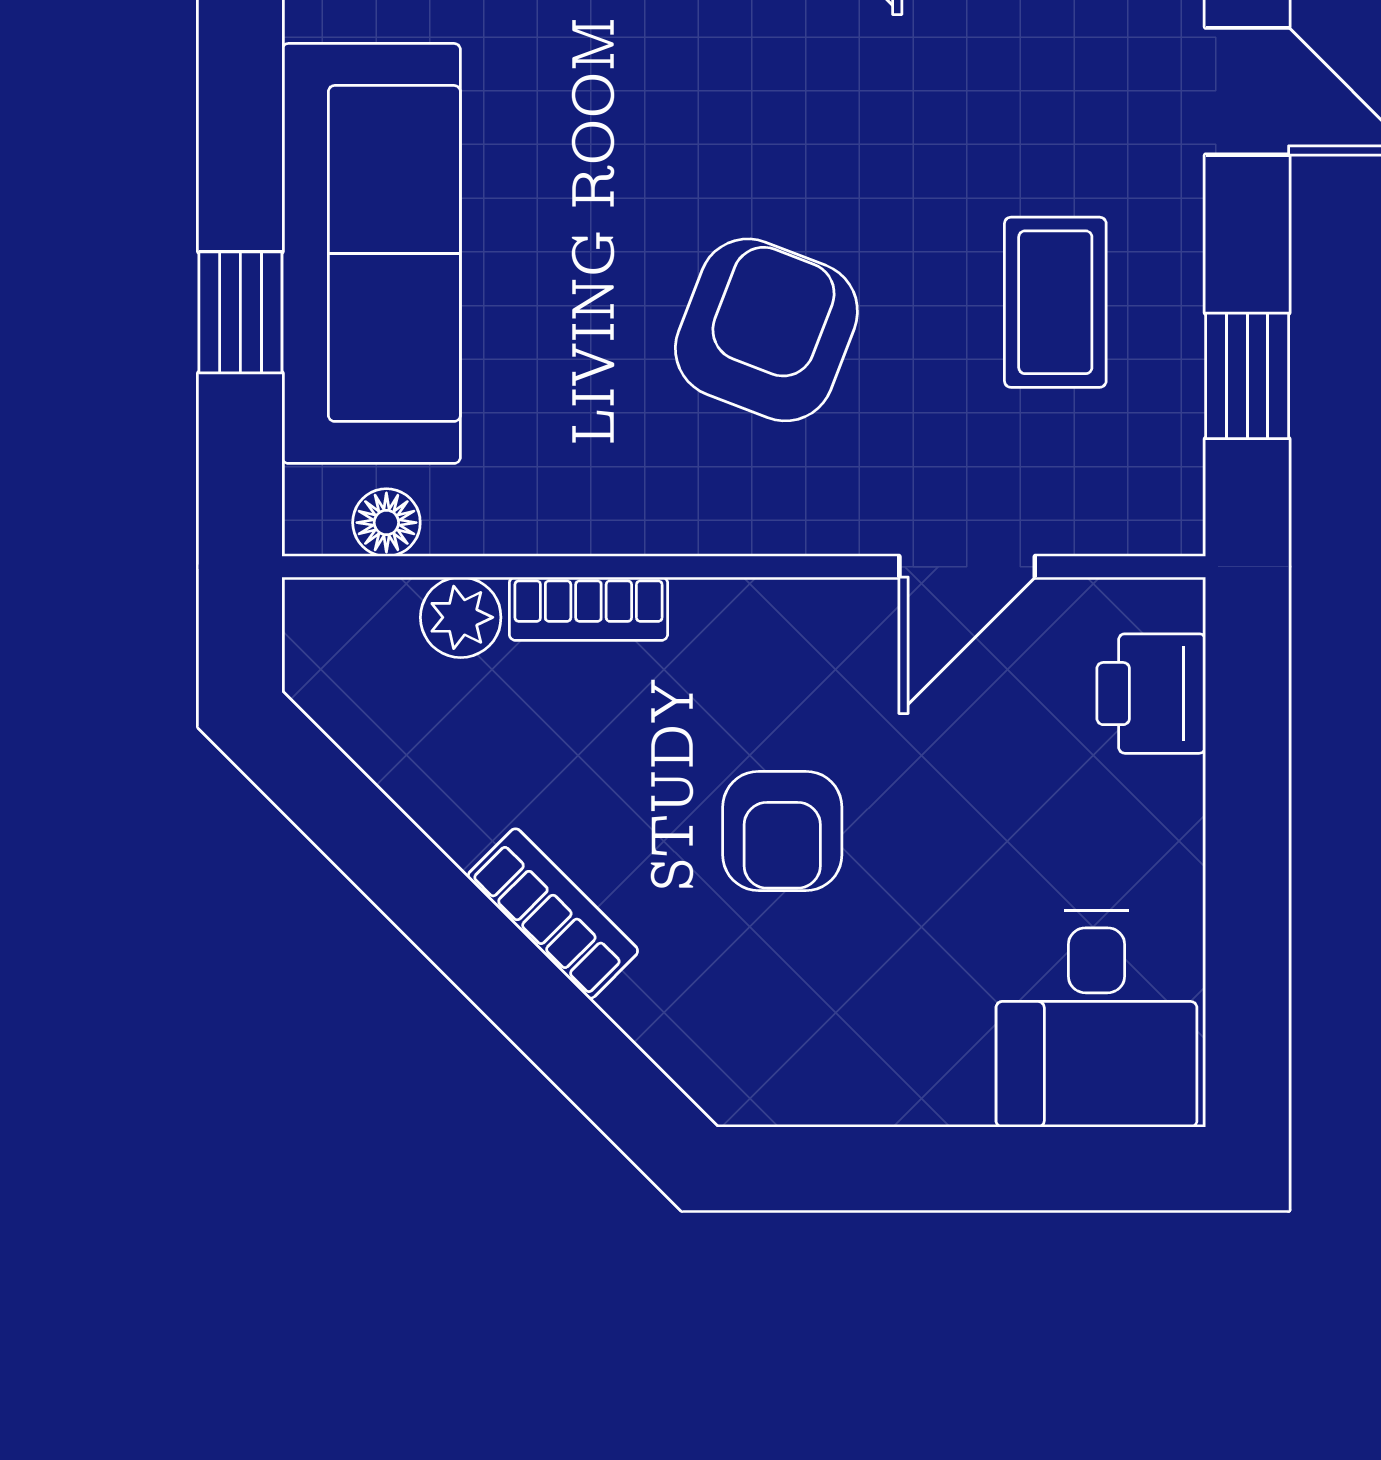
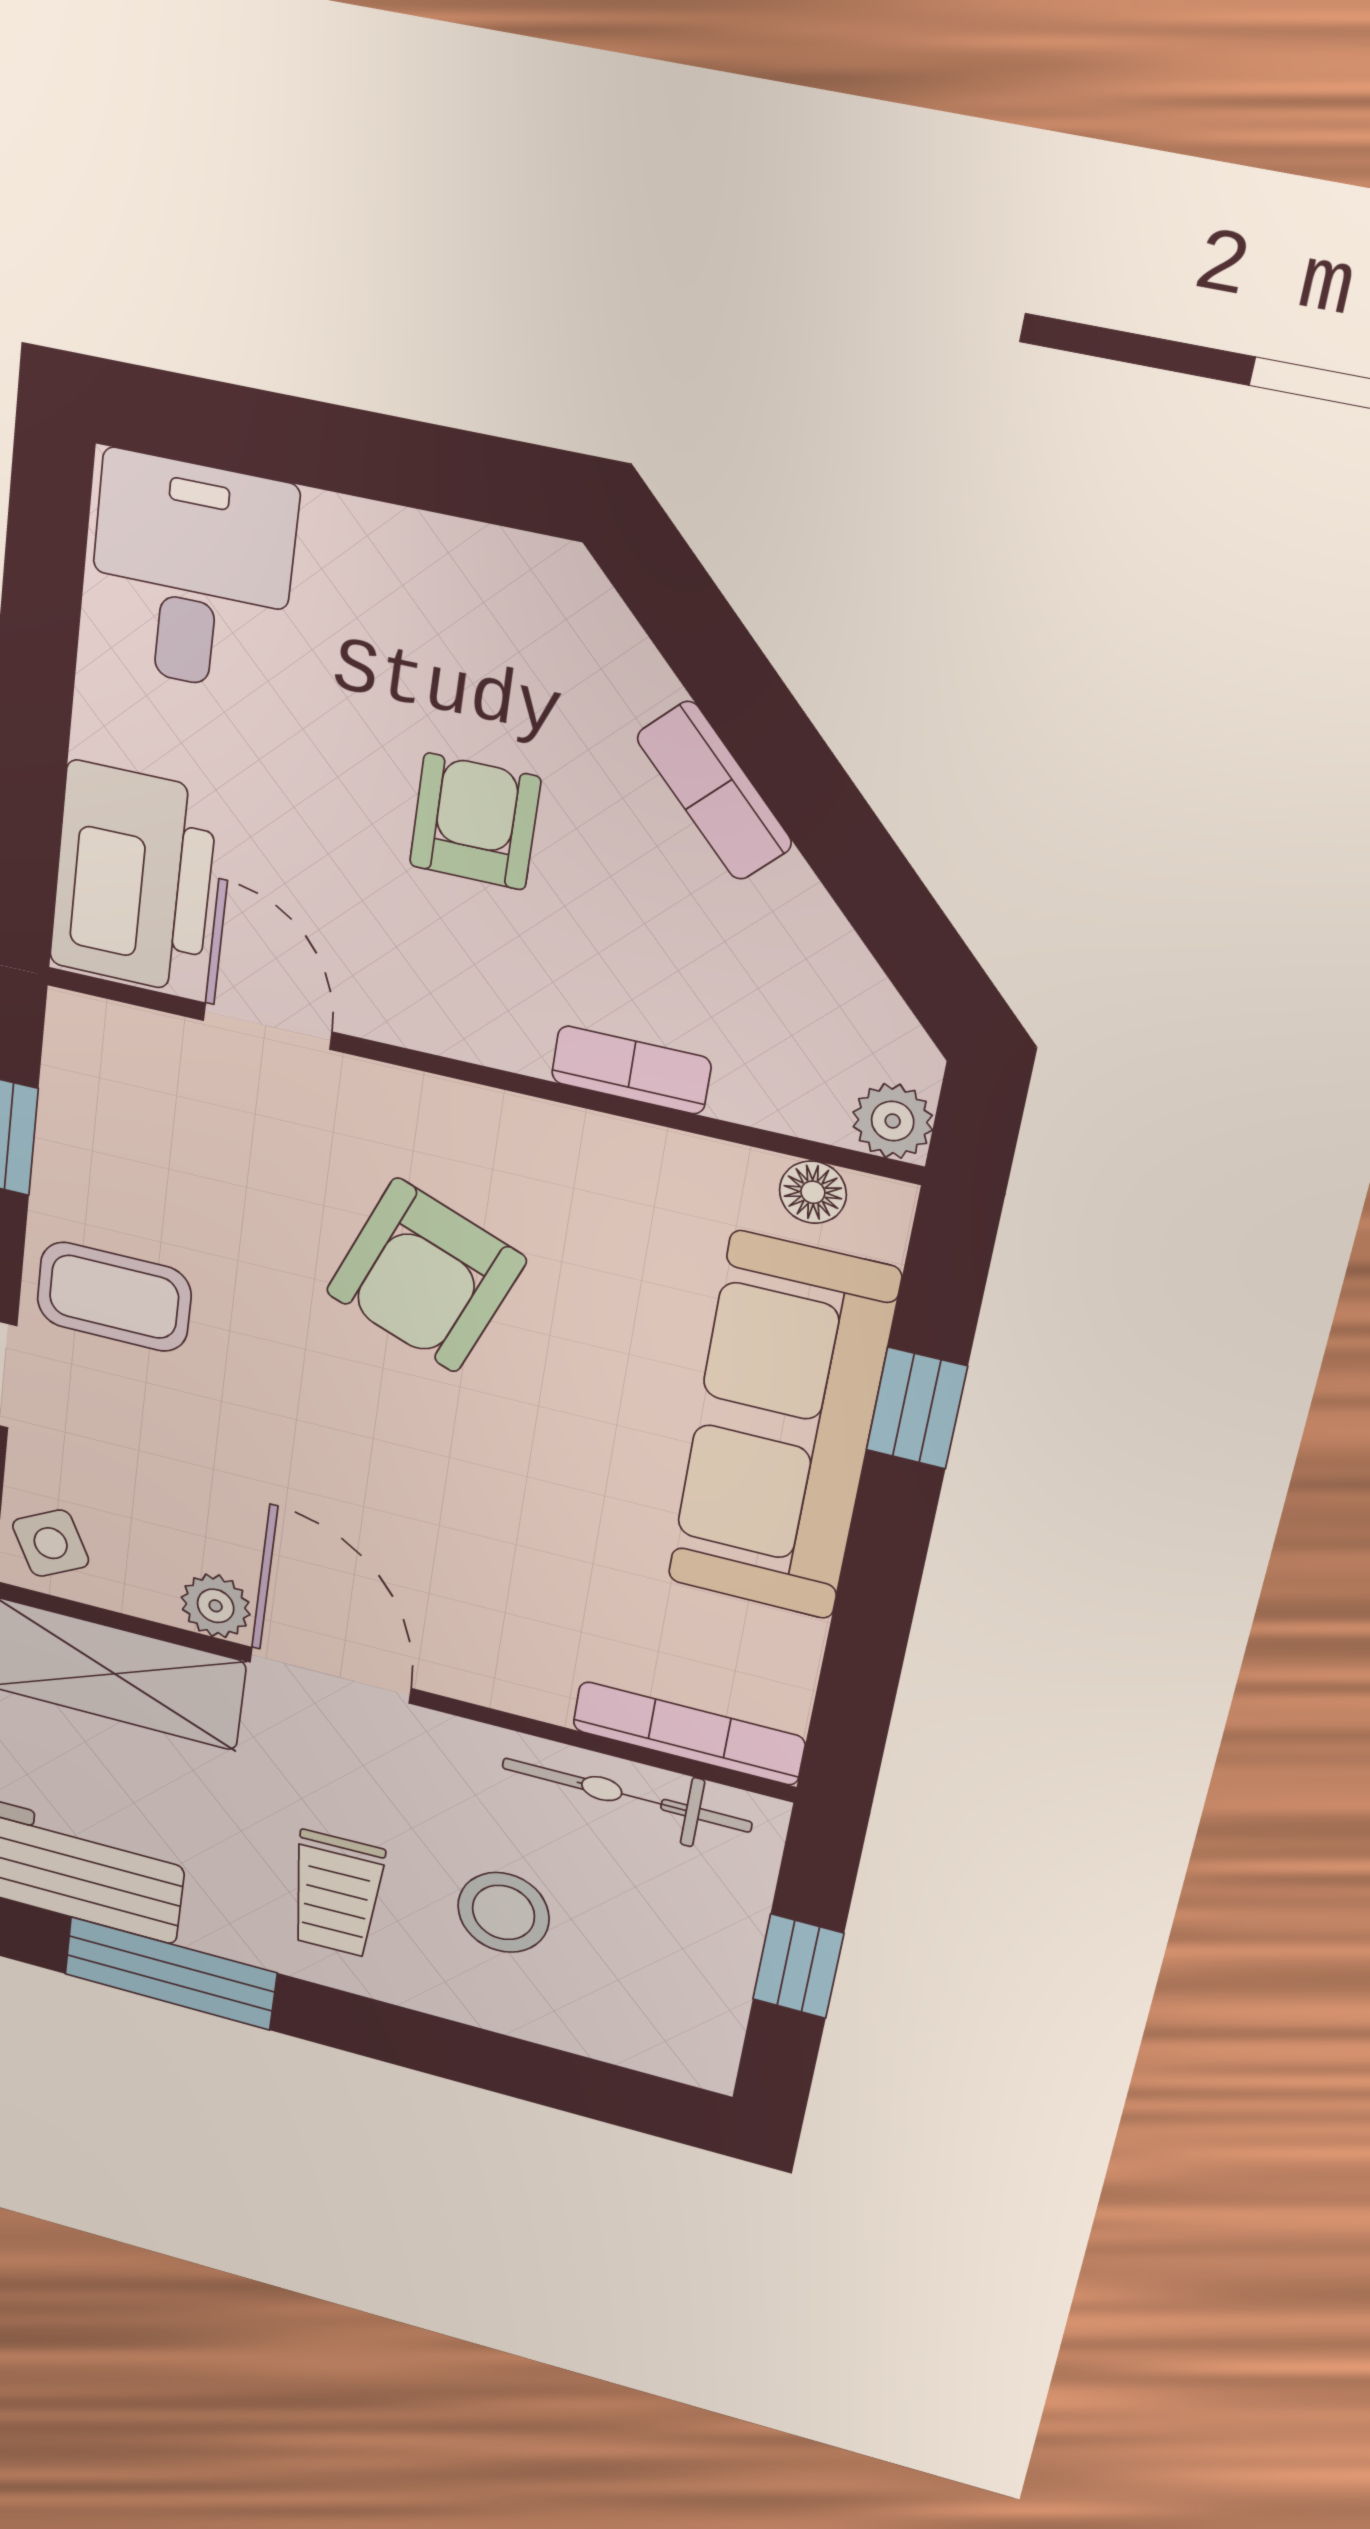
coffee table: (1055, 302) -> (114, 1297), moved, turned 90
door: (967, 567) -> (267, 1026), hinge flipped
plant: (461, 617) -> (893, 1121), moved
printer: (1151, 694) -> (133, 878), width x1.87, depth x1.48

